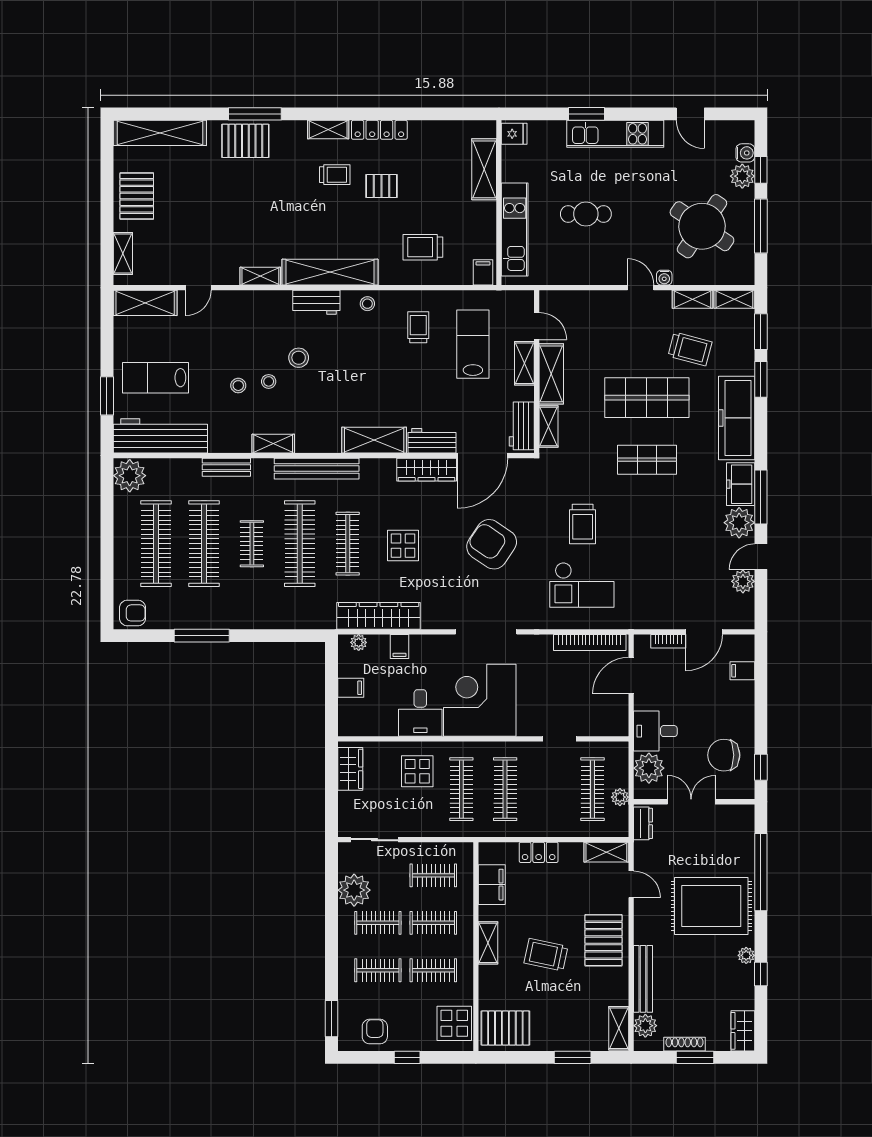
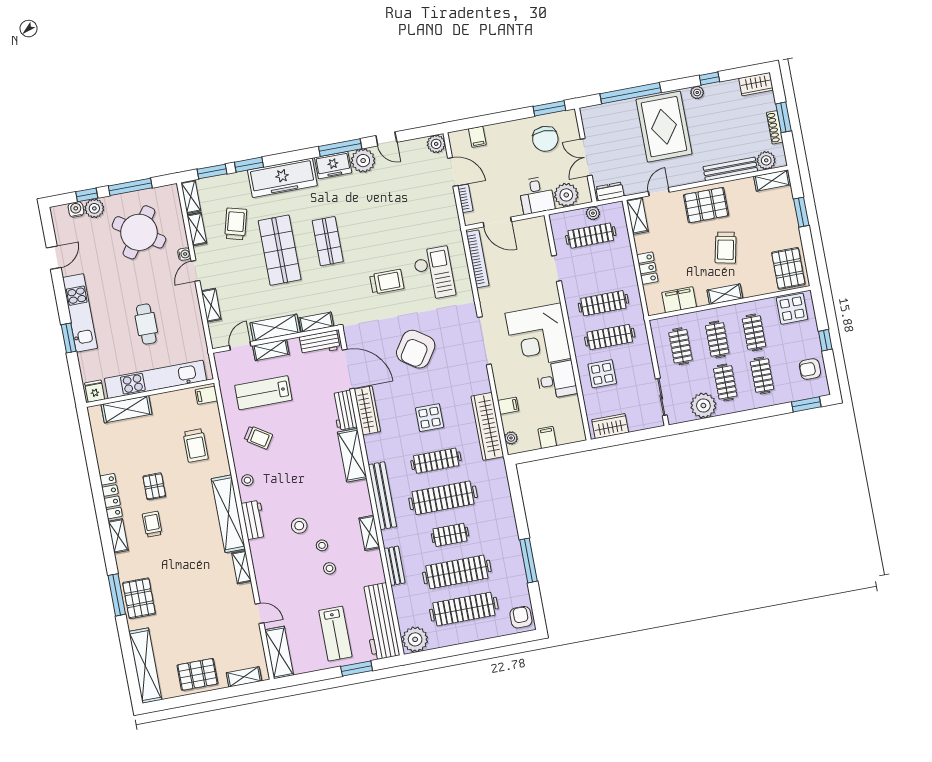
kitchen unit: (515, 229) -> (155, 379), width x1.36
shelving: (594, 299) -> (211, 305), added
trolley: (418, 327) -> (258, 437), turned -147
plant: (743, 581) -> (436, 144), moved
window: (761, 767) -> (549, 108), width x1.50

